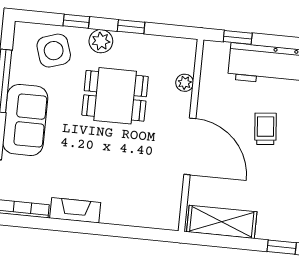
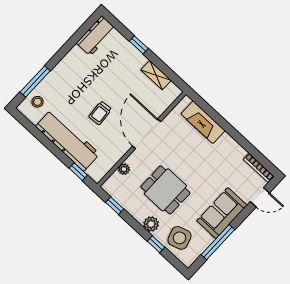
window: (131, 27) -> (115, 206), moved
fireplace: (75, 210) -> (203, 122), moved, width x1.37, depth x1.32
shelving: (222, 222) -> (156, 75), width x0.67, depth x0.75

